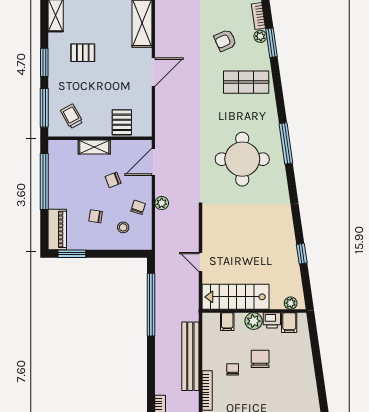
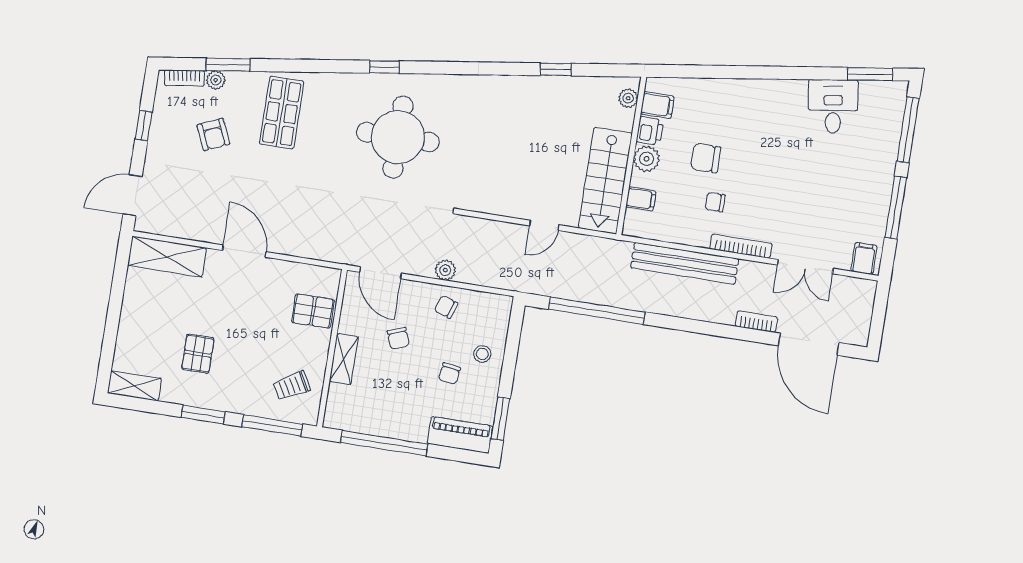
window: (286, 143) -> (384, 67), width x0.46
stool: (123, 227) -> (482, 354), moved

